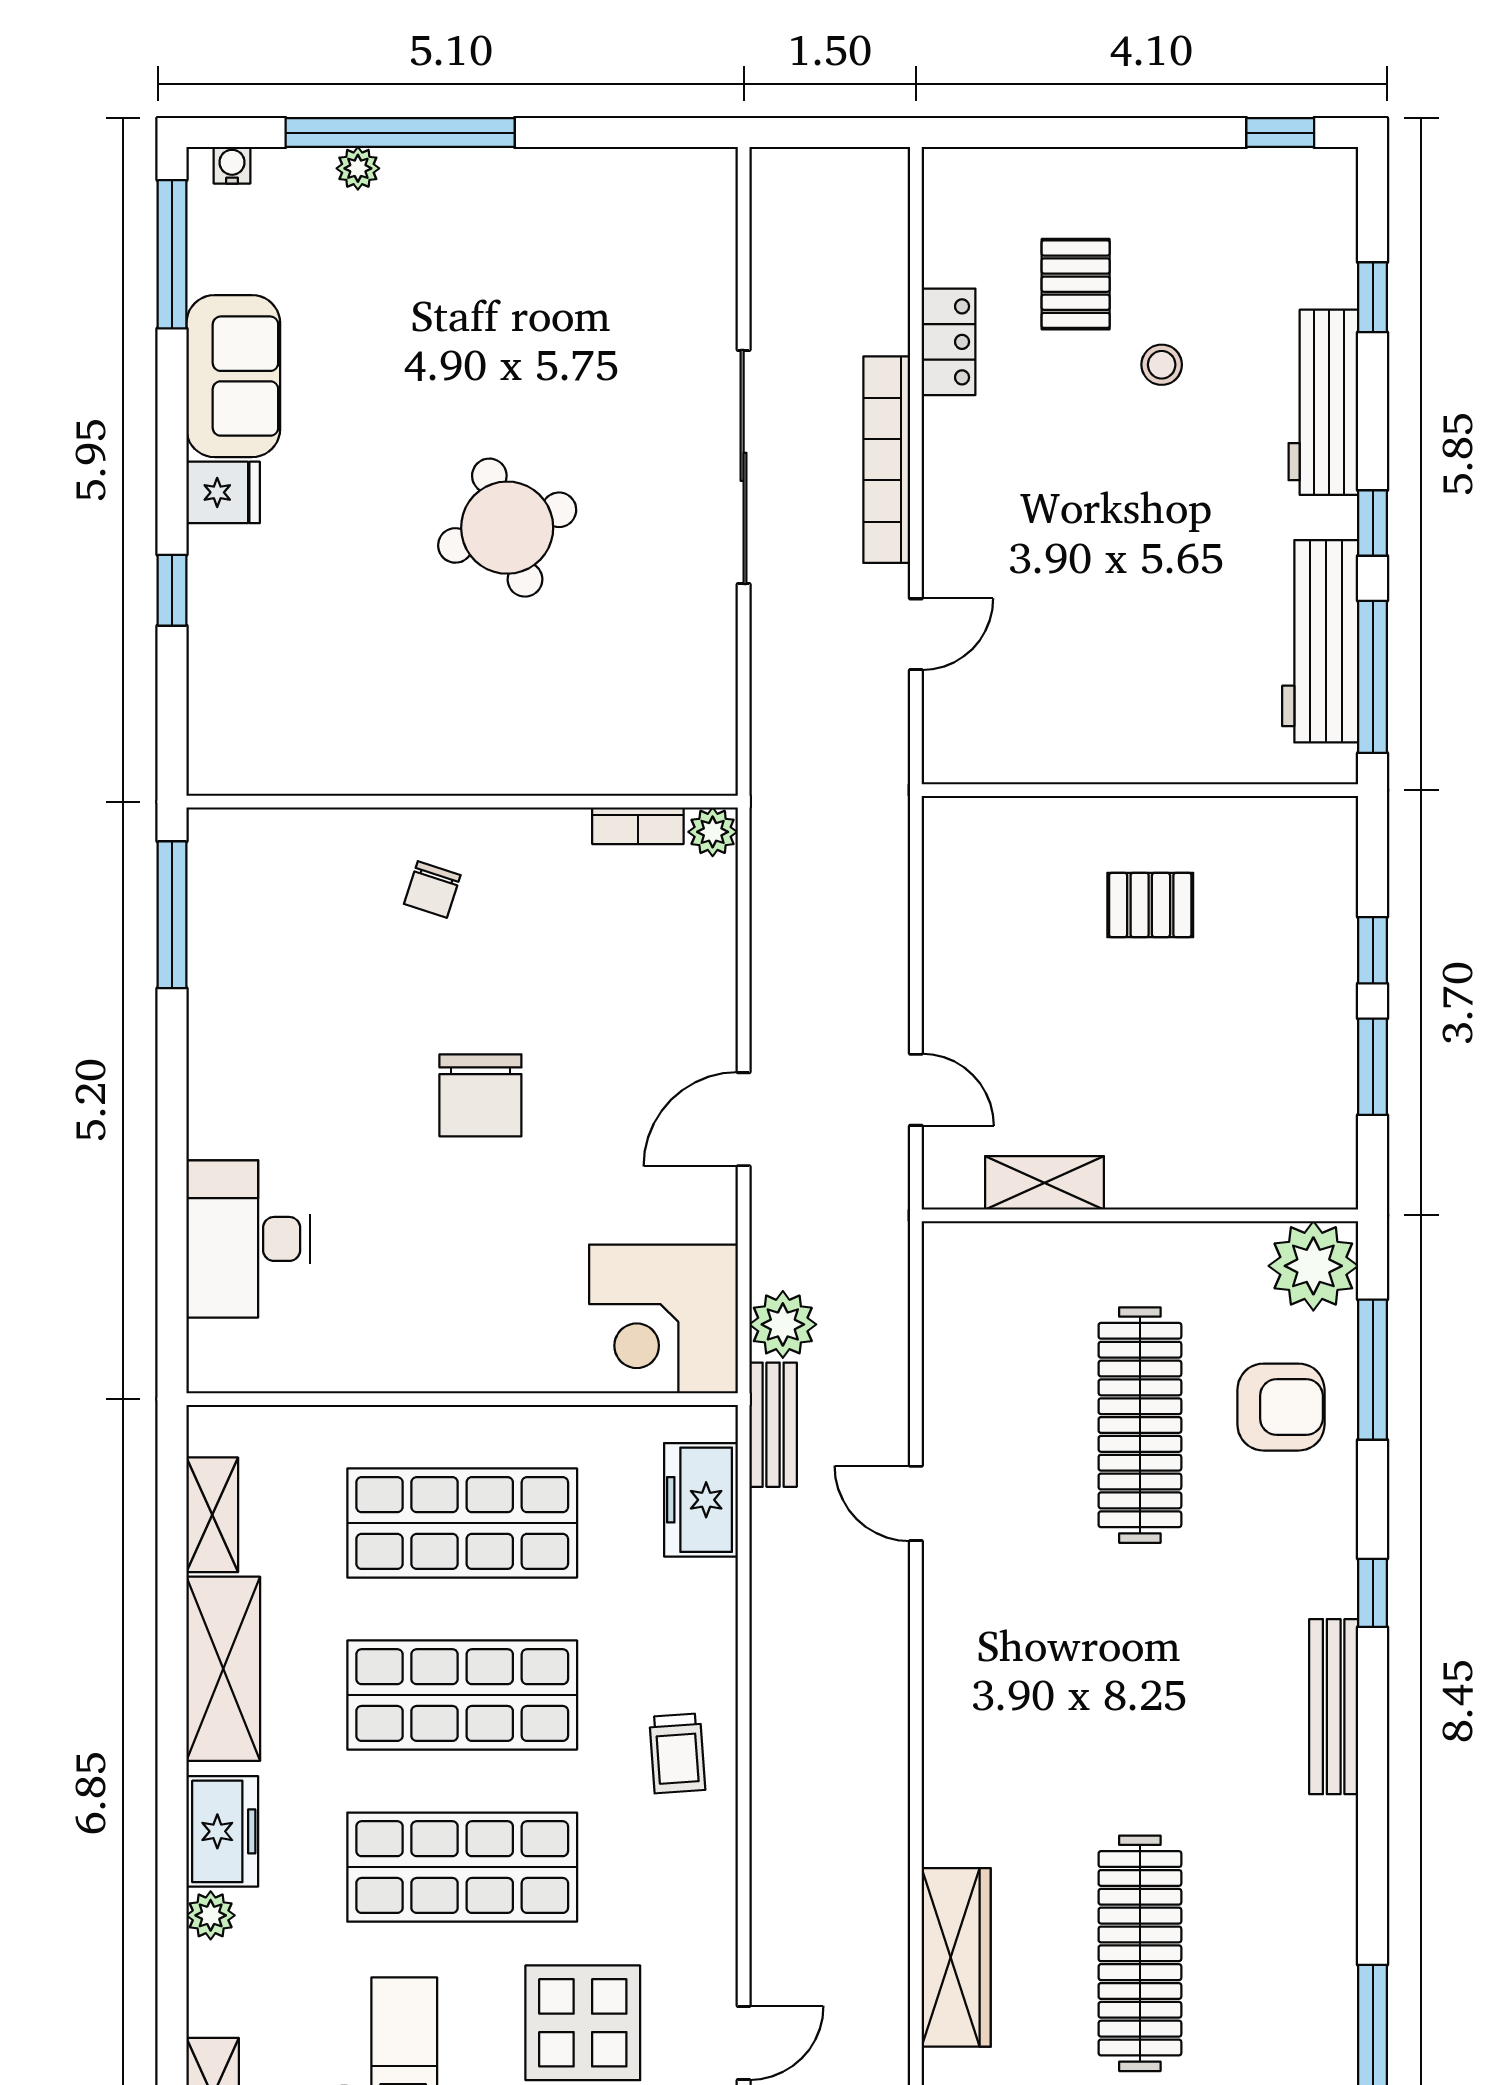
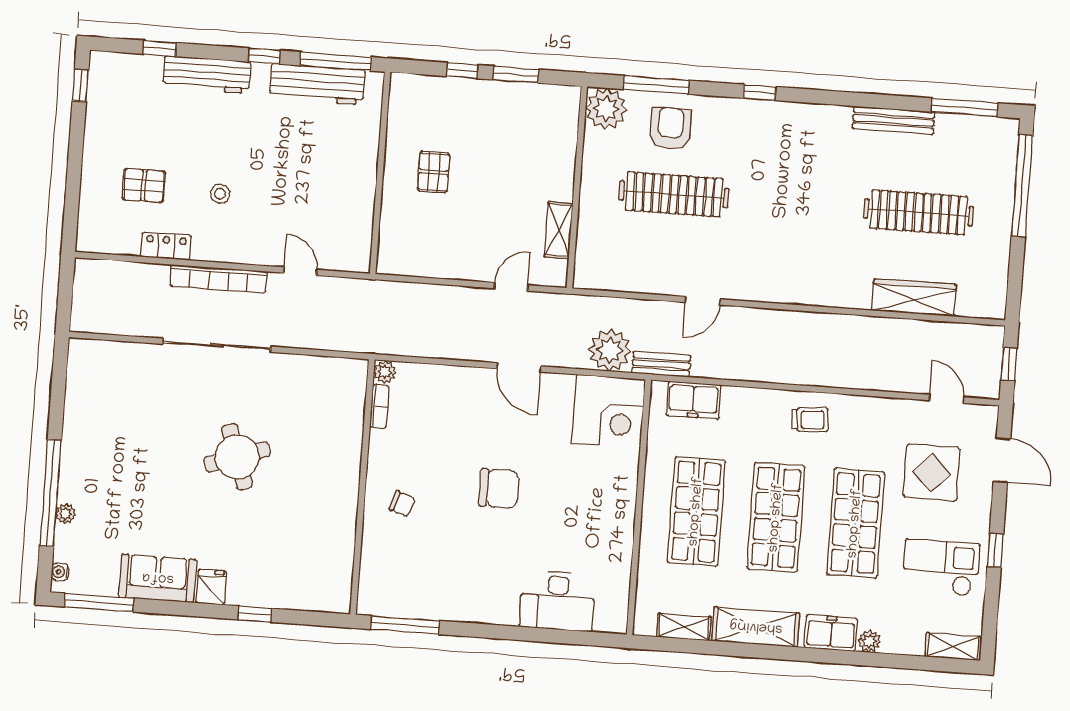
stool: (1162, 365) -> (220, 194), moved
plant: (783, 1324) -> (610, 350), width x1.36, depth x1.36
bench: (1334, 1707) -> (894, 120), moved

